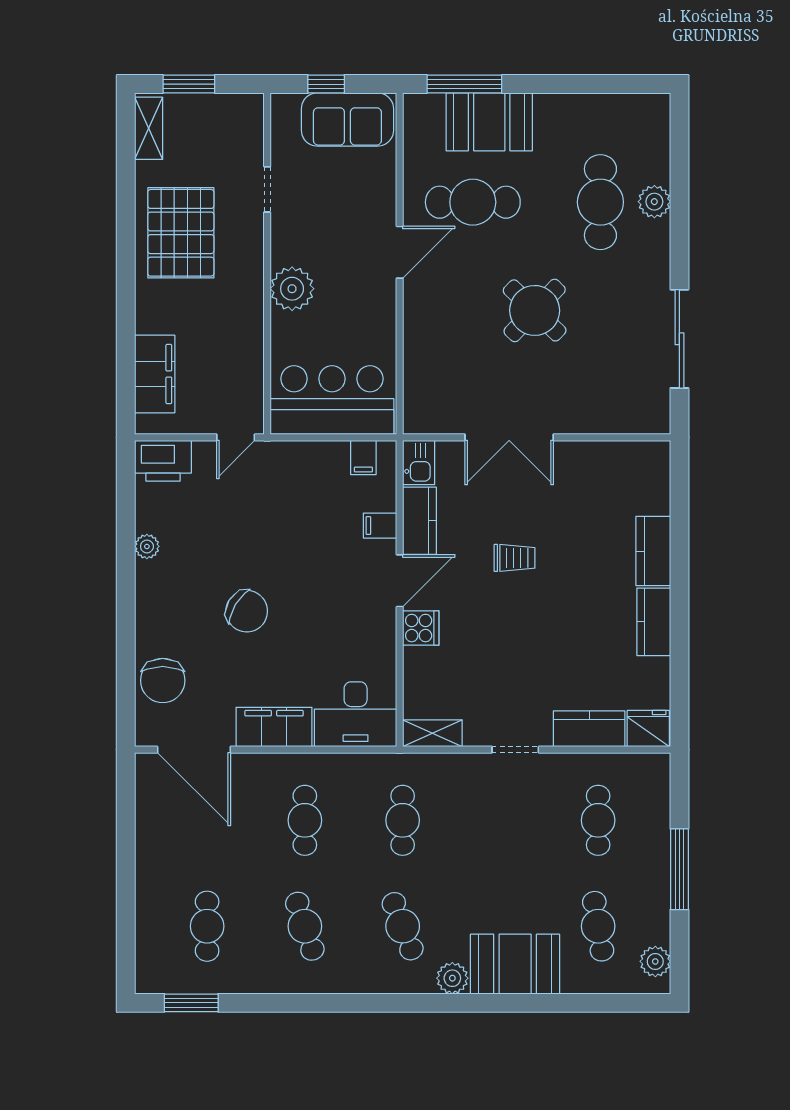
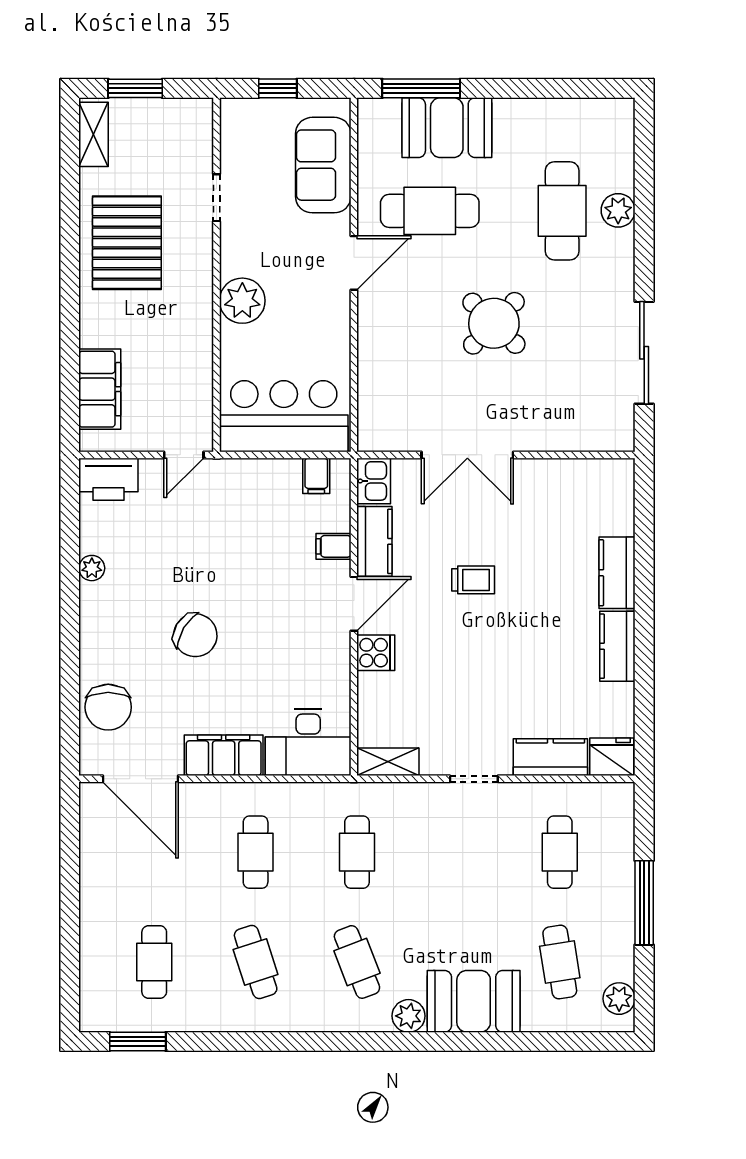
sofa: (347, 119) -> (323, 165), moved, turned 90

